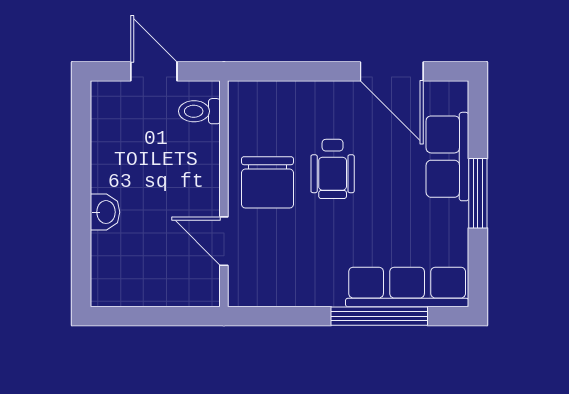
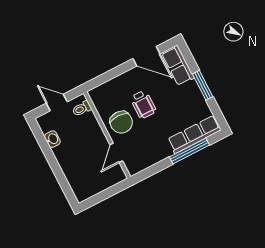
row of seats: (447, 157) -> (178, 66), moved
washbasin: (105, 212) -> (52, 139), moved
door: (224, 241) -> (116, 153), hinge flipped

